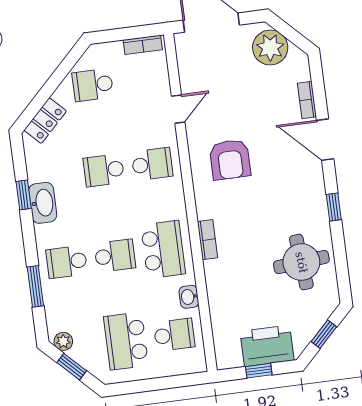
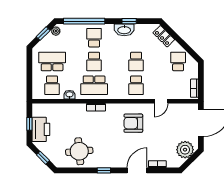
door: (178, 109) -> (161, 101), hinge flipped
school desk: (104, 170) -> (136, 61), turned 180
window: (35, 286) -> (84, 21), width x2.11

